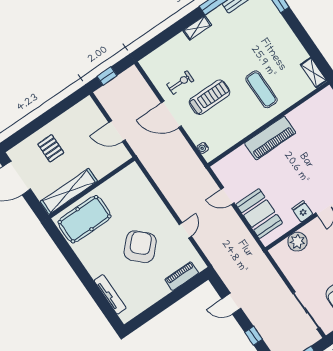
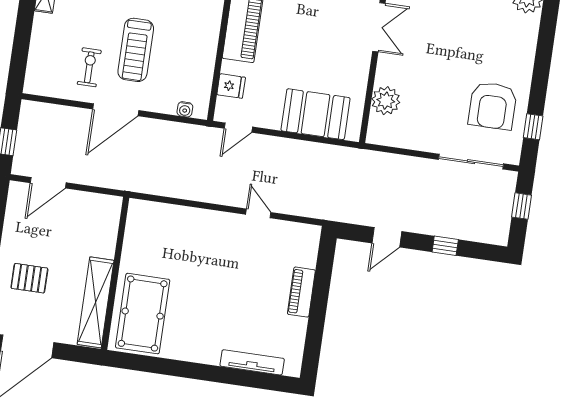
treadmill: (210, 97) -> (136, 50), turned 180
door: (117, 131) -> (48, 183), moved
door: (228, 196) -> (238, 128), moved
fridge: (302, 211) -> (231, 86), moved, turned 180
armchair: (140, 247) -> (230, 280), removed
piano: (182, 276) -> (301, 292), moved

